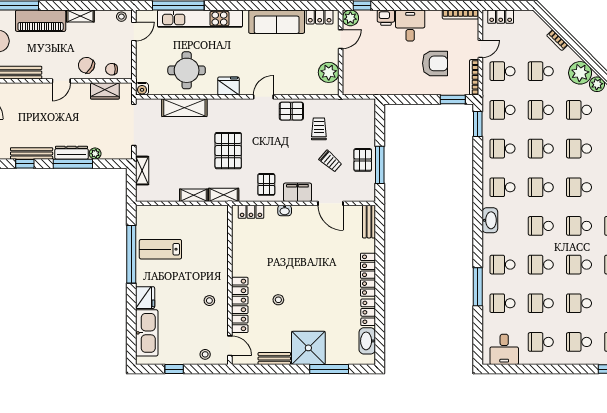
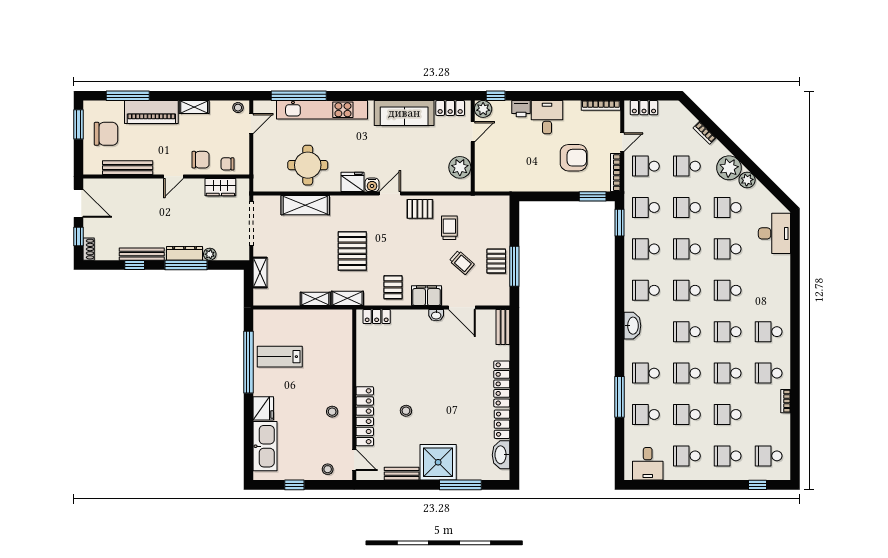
chair: (86, 65) -> (201, 160), turned 150
water cooler: (142, 89) -> (372, 185), moved
washbasin: (285, 210) -> (436, 315), moved

